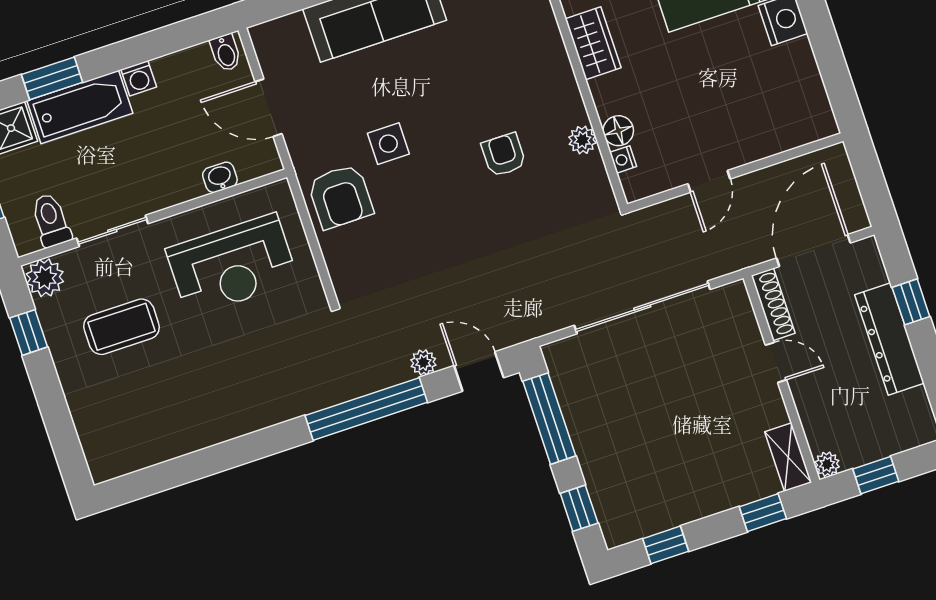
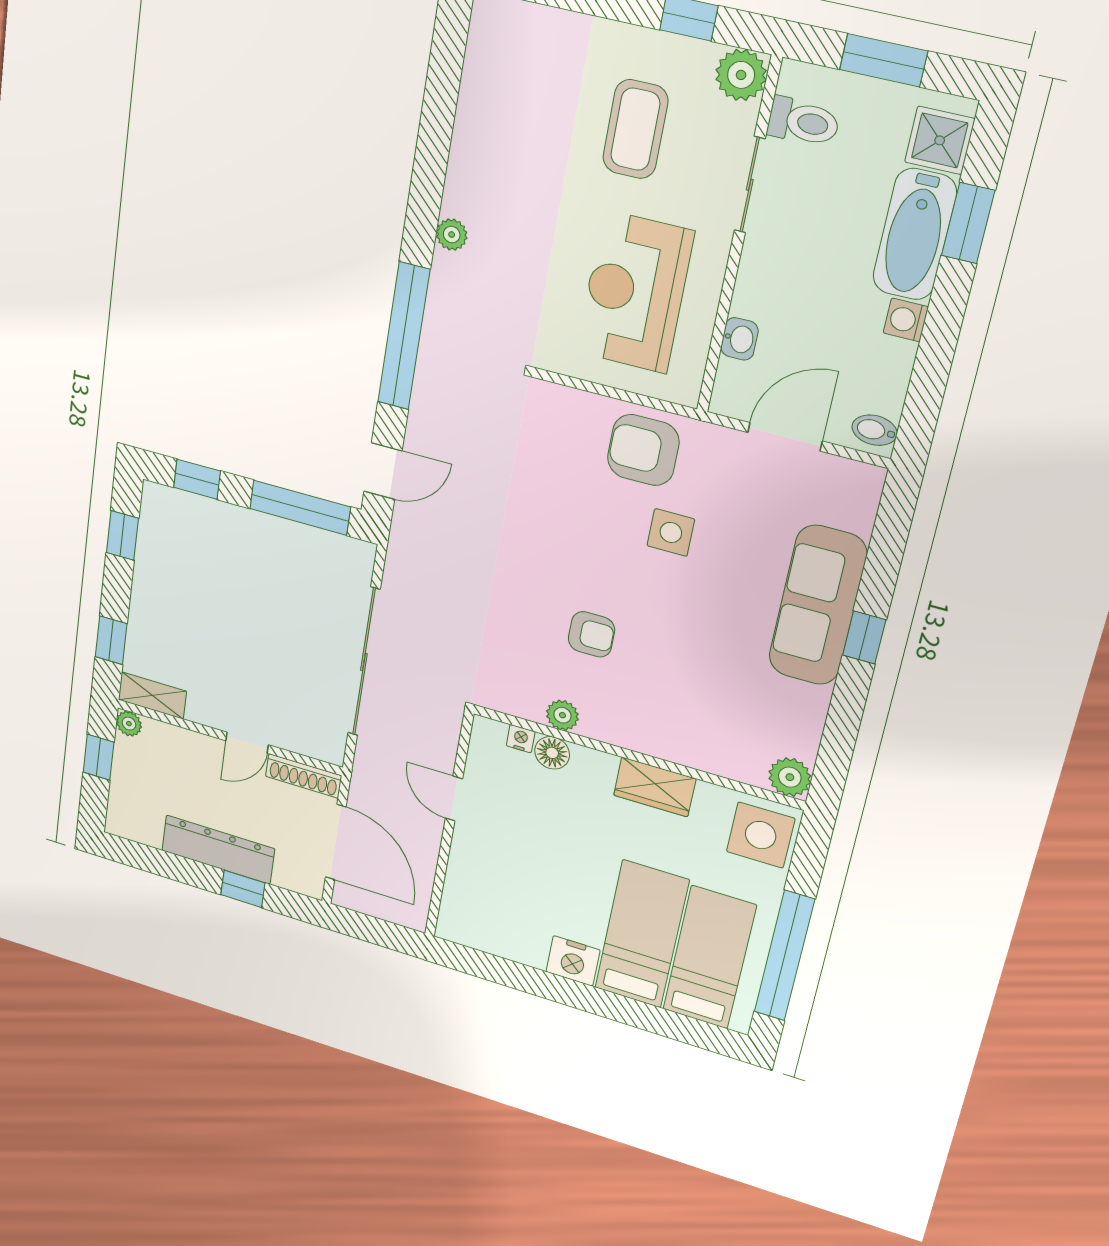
plant: (423, 362) -> (452, 235), moved

